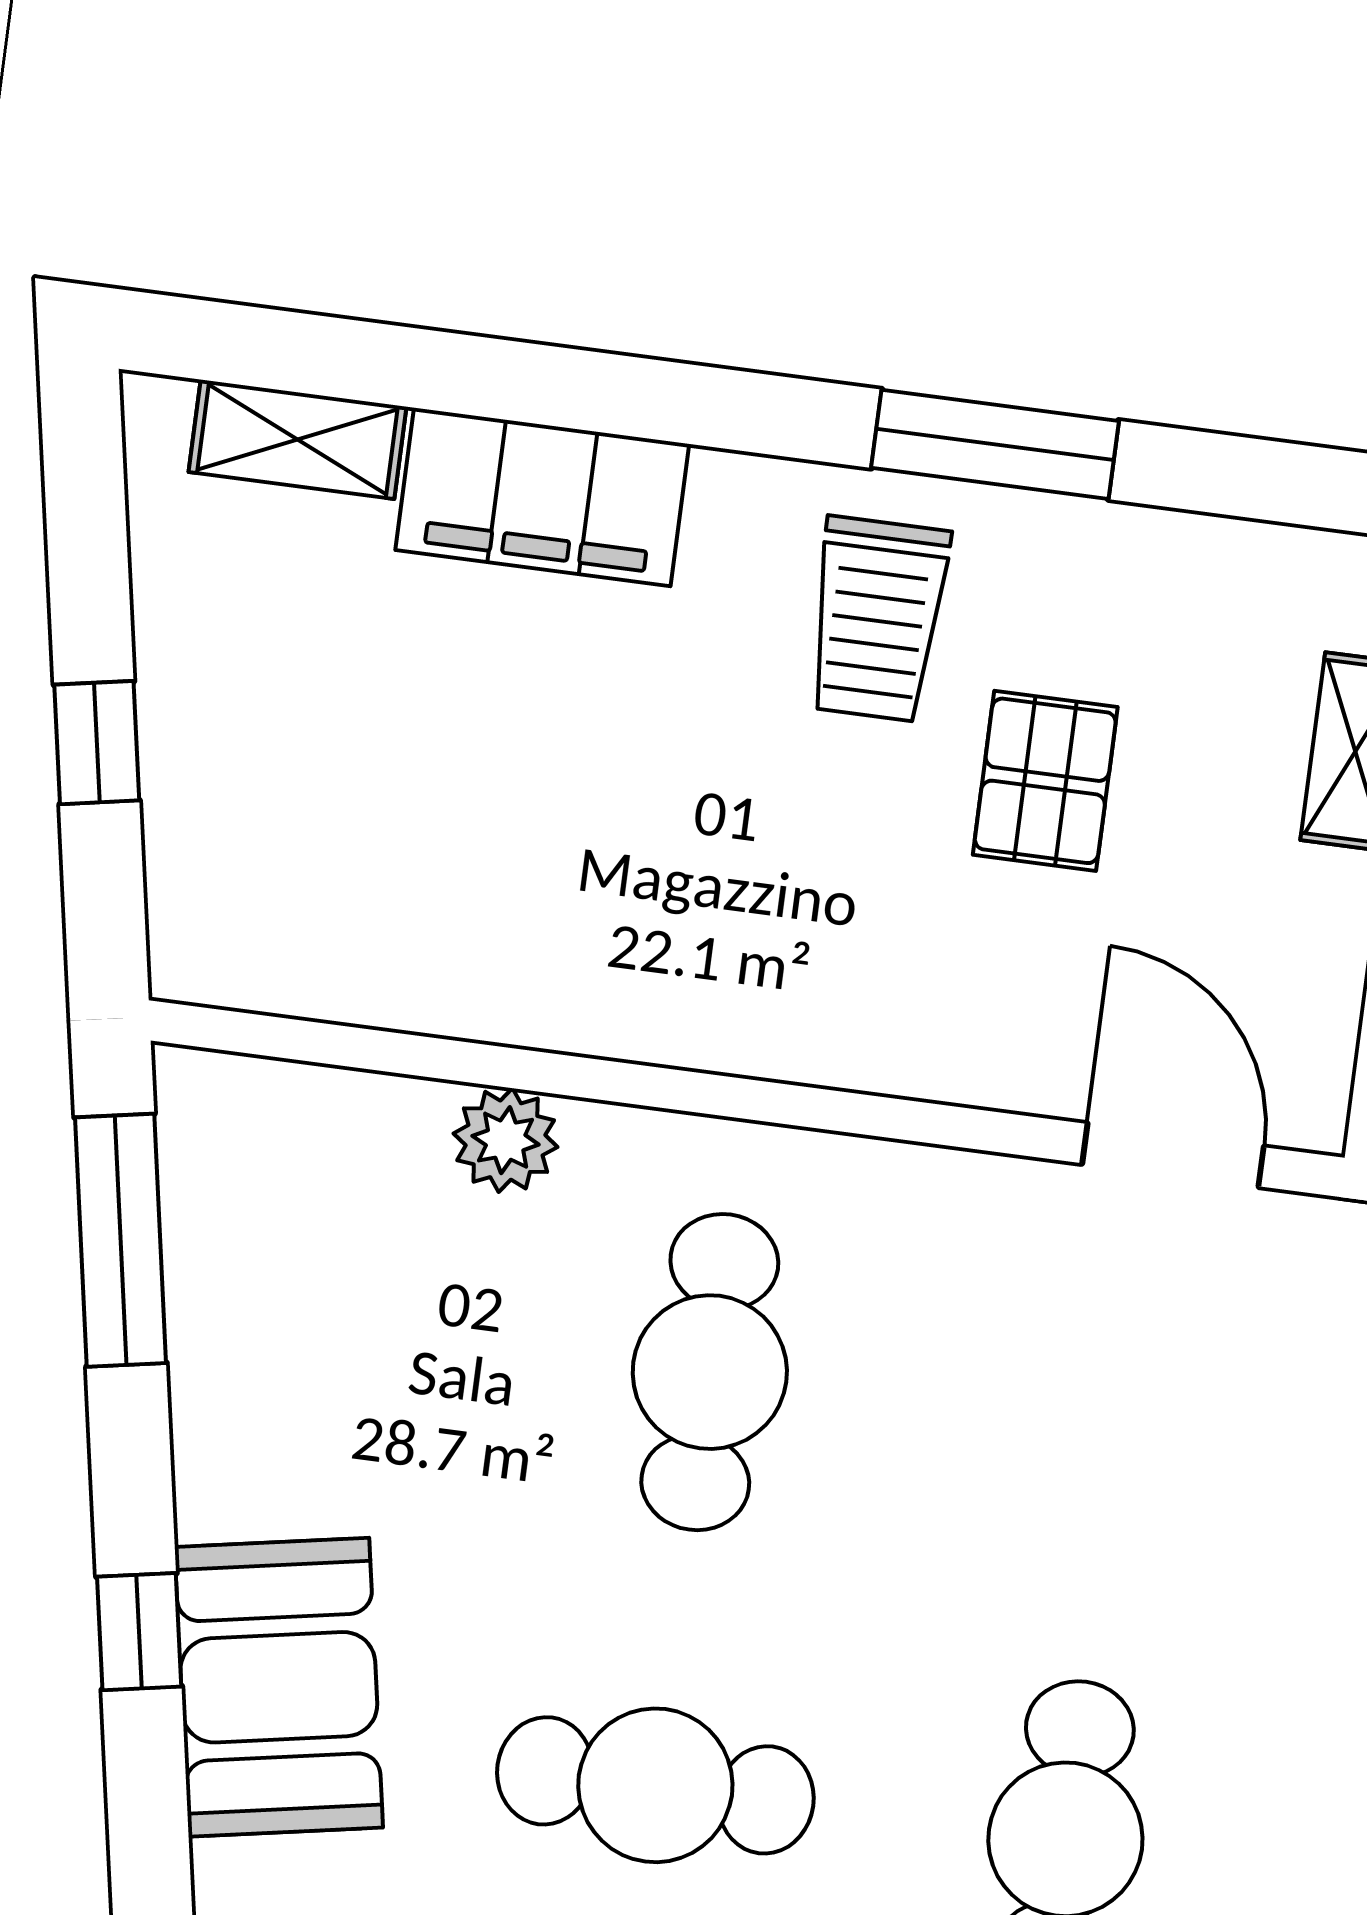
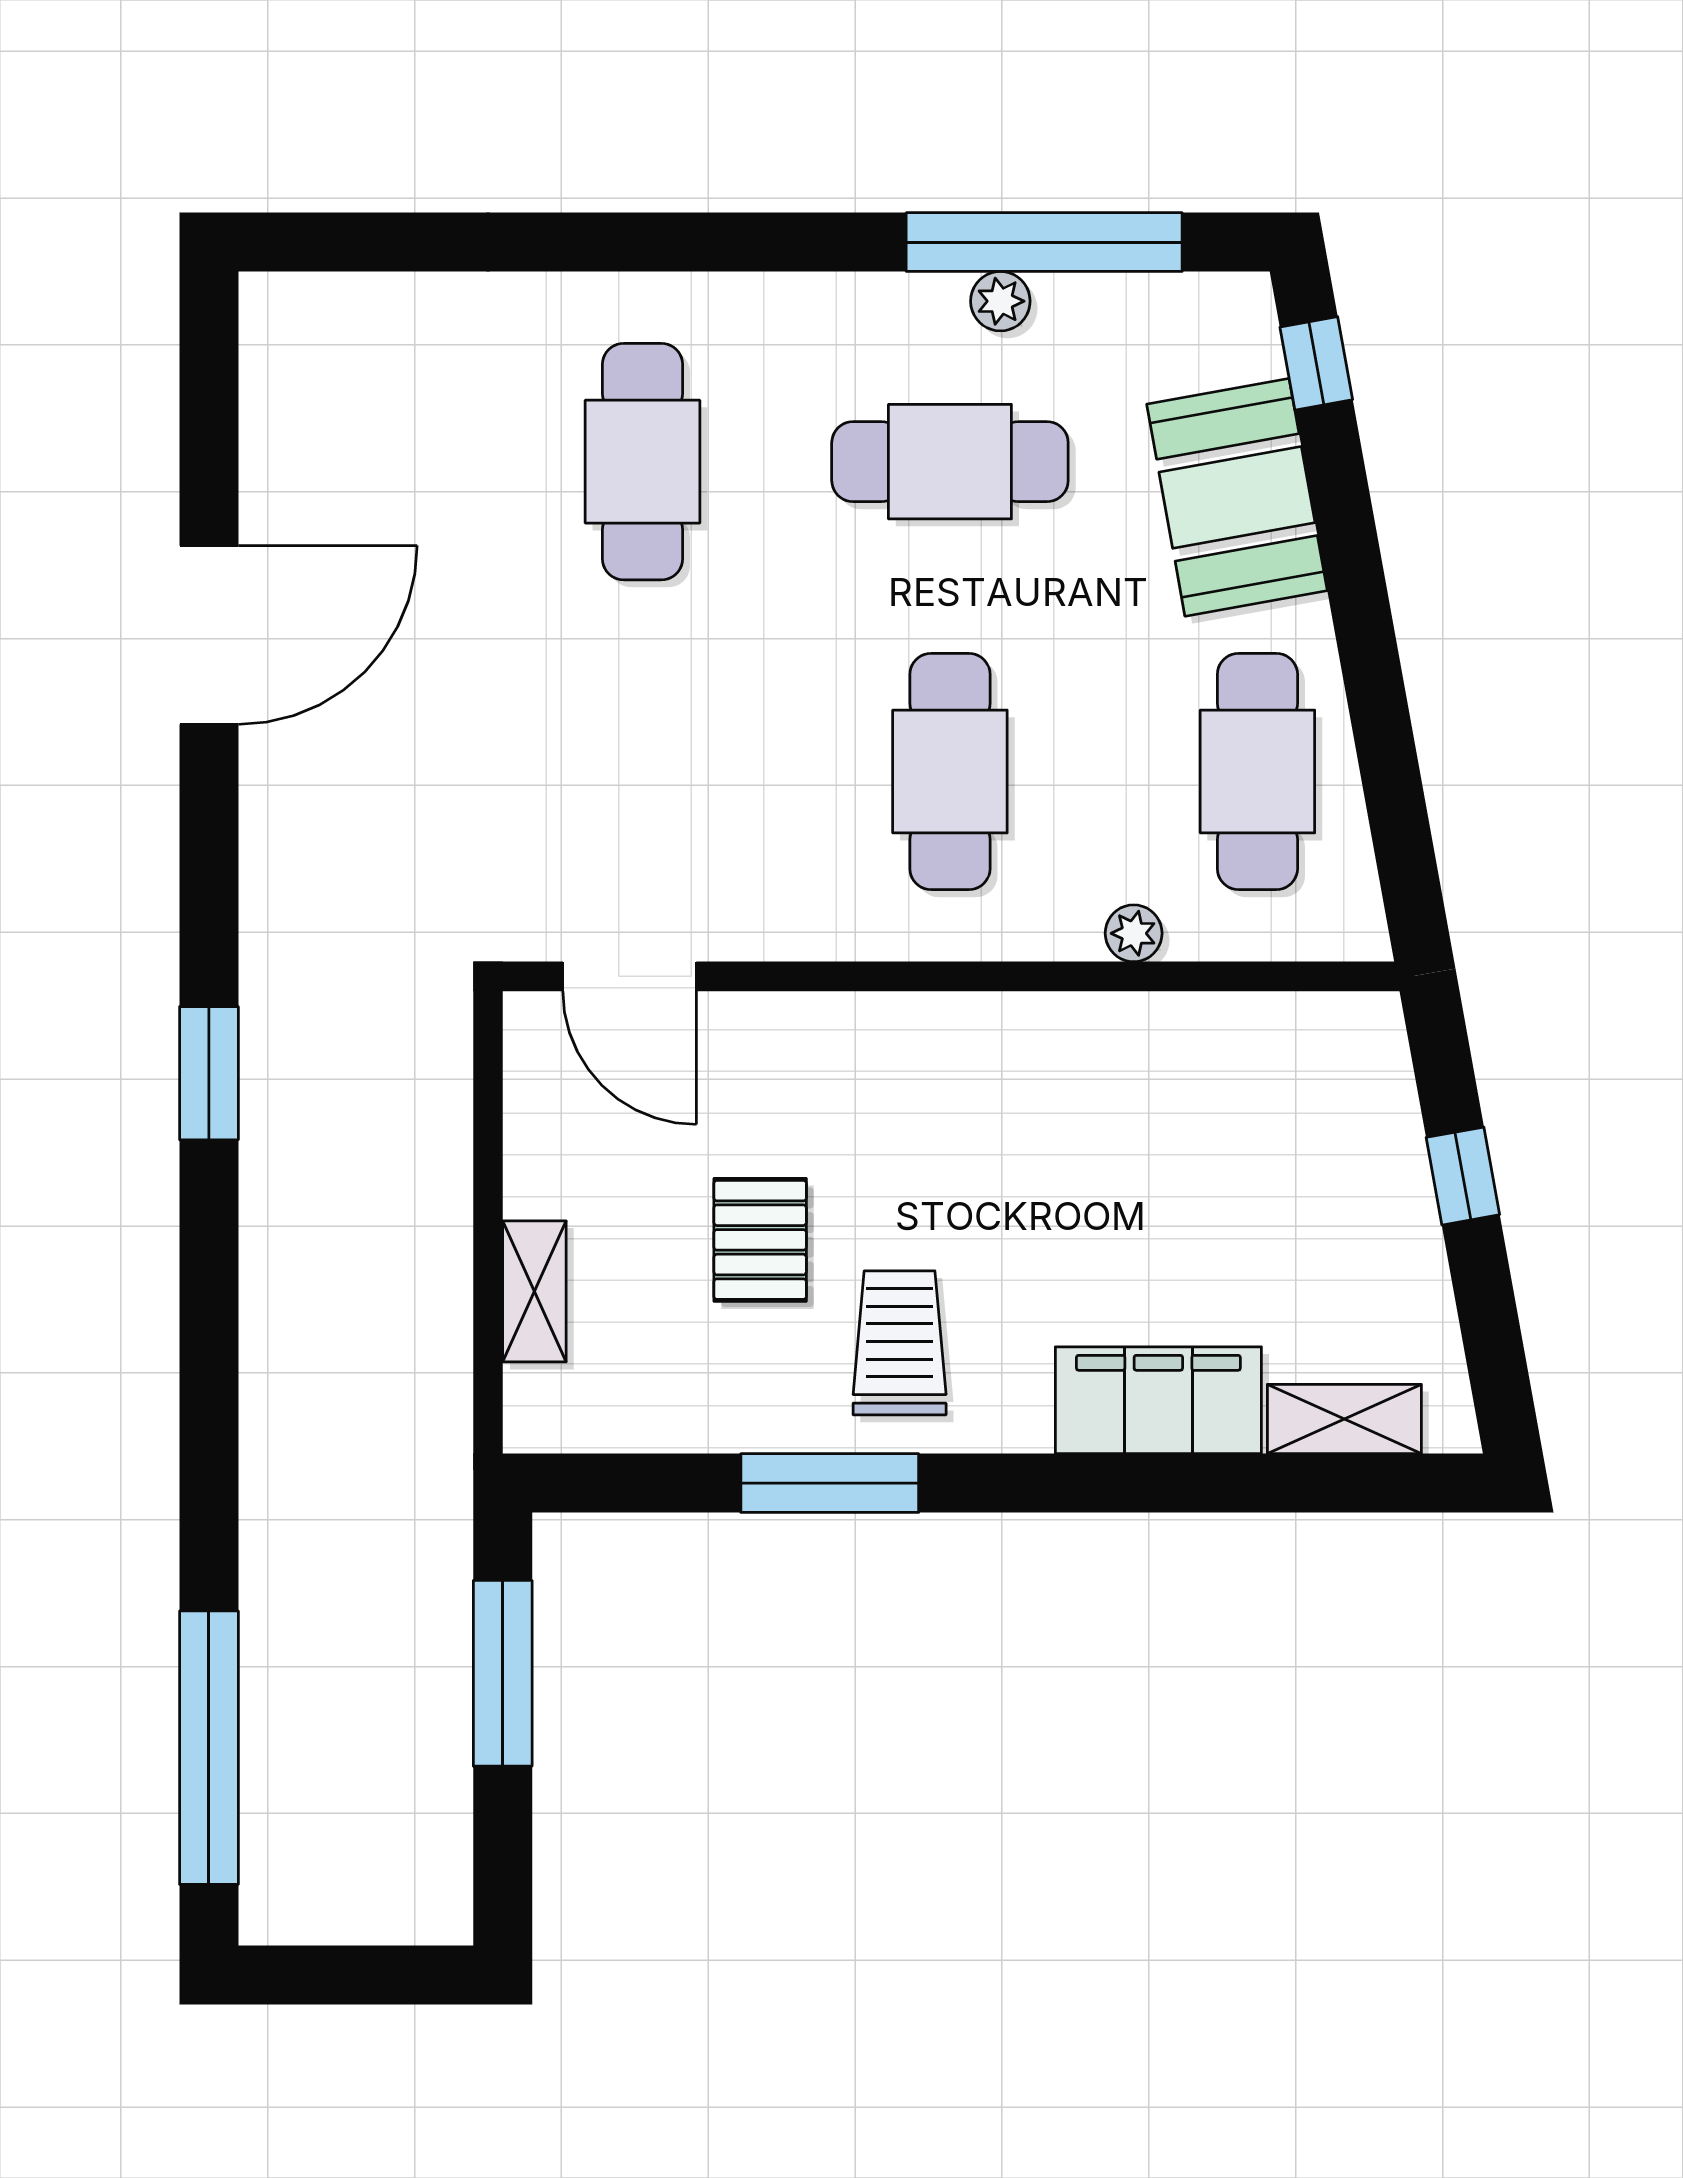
plant: (506, 1140) -> (1134, 933), width x0.73, depth x0.73
window: (120, 1240) -> (1397, 812), removed
cafe table: (300, 1318) -> (1257, 772), added
window: (139, 1632) -> (1316, 363), moved

